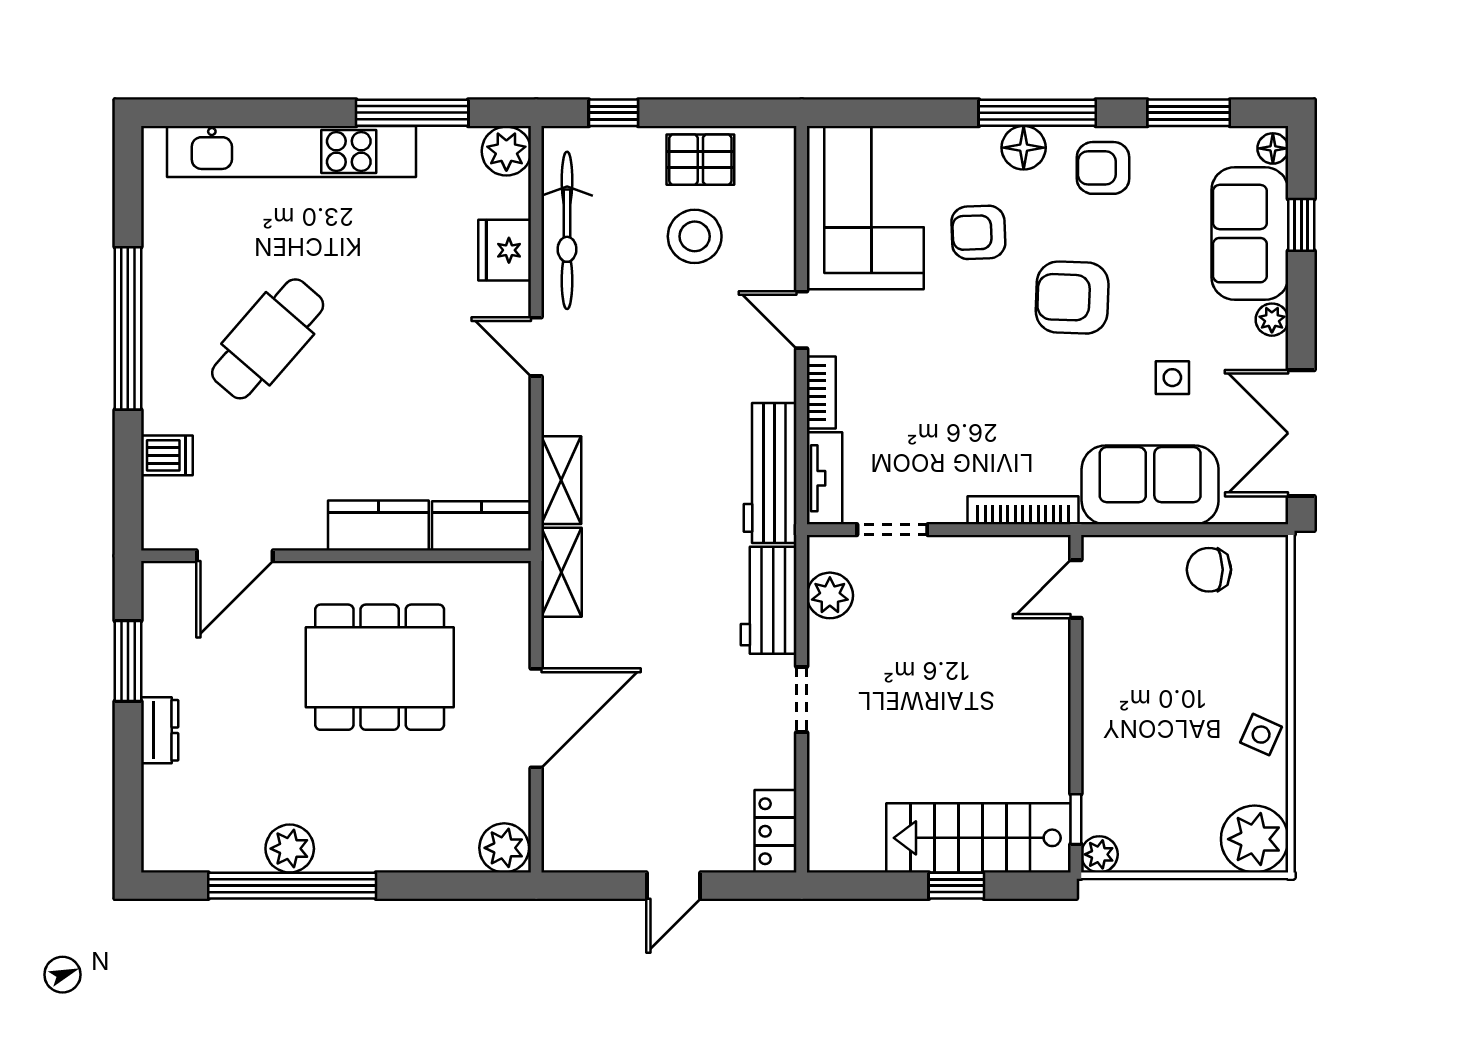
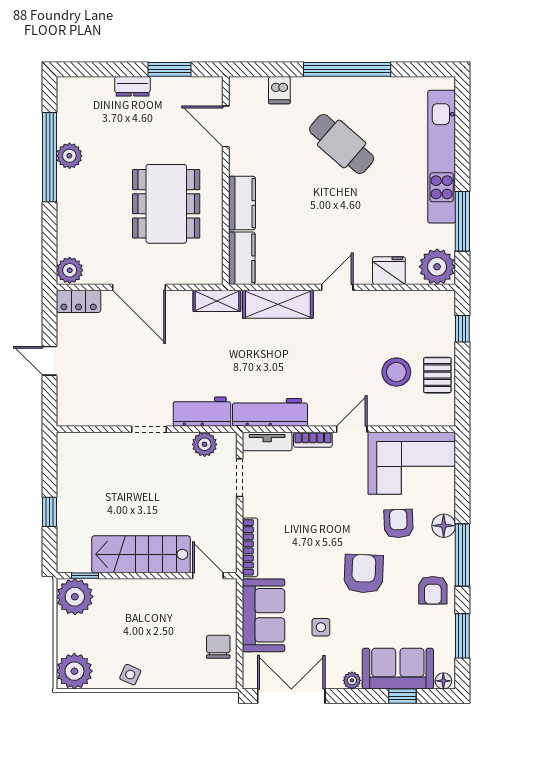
floor lamp: (1024, 148) -> (444, 526), moved
plant: (506, 151) -> (437, 267), width x1.36, depth x1.36
armchair: (1103, 168) -> (433, 590), turned 180
bicycle: (567, 230) -> (400, 304), removed
shelving: (561, 480) -> (278, 304), width x1.50, depth x1.33
locker: (776, 831) -> (79, 301), moved, turned 180
stairs: (978, 838) -> (141, 554), moved, turned -90
plant: (1099, 854) -> (75, 597), width x1.88, depth x1.88

